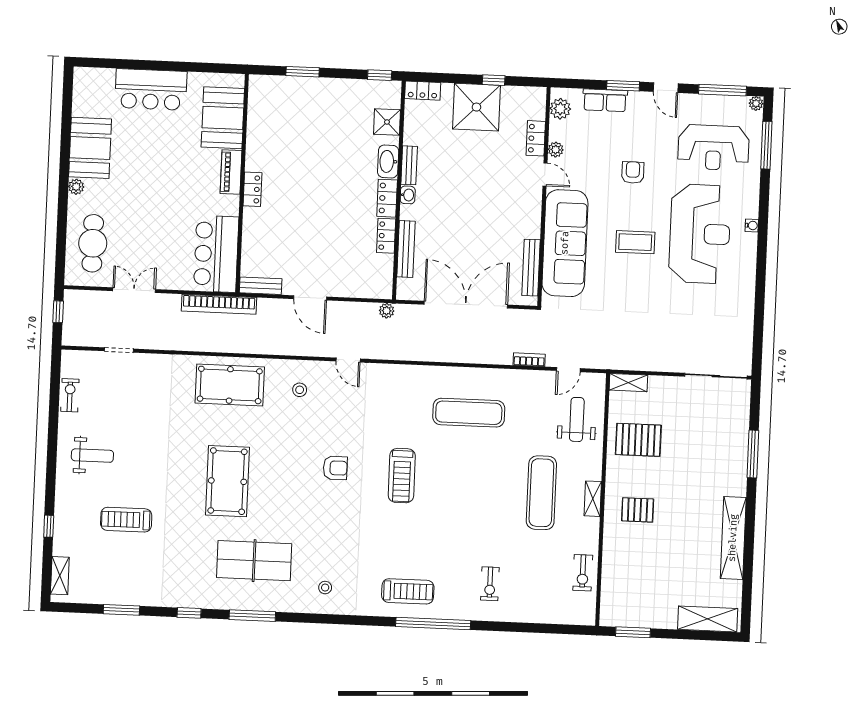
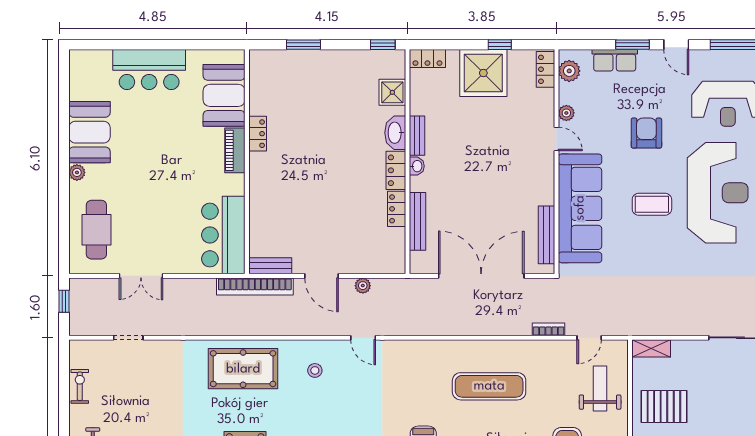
locker: (536, 138) -> (545, 69), moved
armchair: (633, 173) -> (646, 133), width x1.38, depth x1.38
locker: (253, 189) -> (258, 134), moved
double door: (134, 290) -> (141, 276), swing flipped
bookcase: (219, 304) -> (255, 286), moved
plant: (387, 311) -> (363, 286), moved

